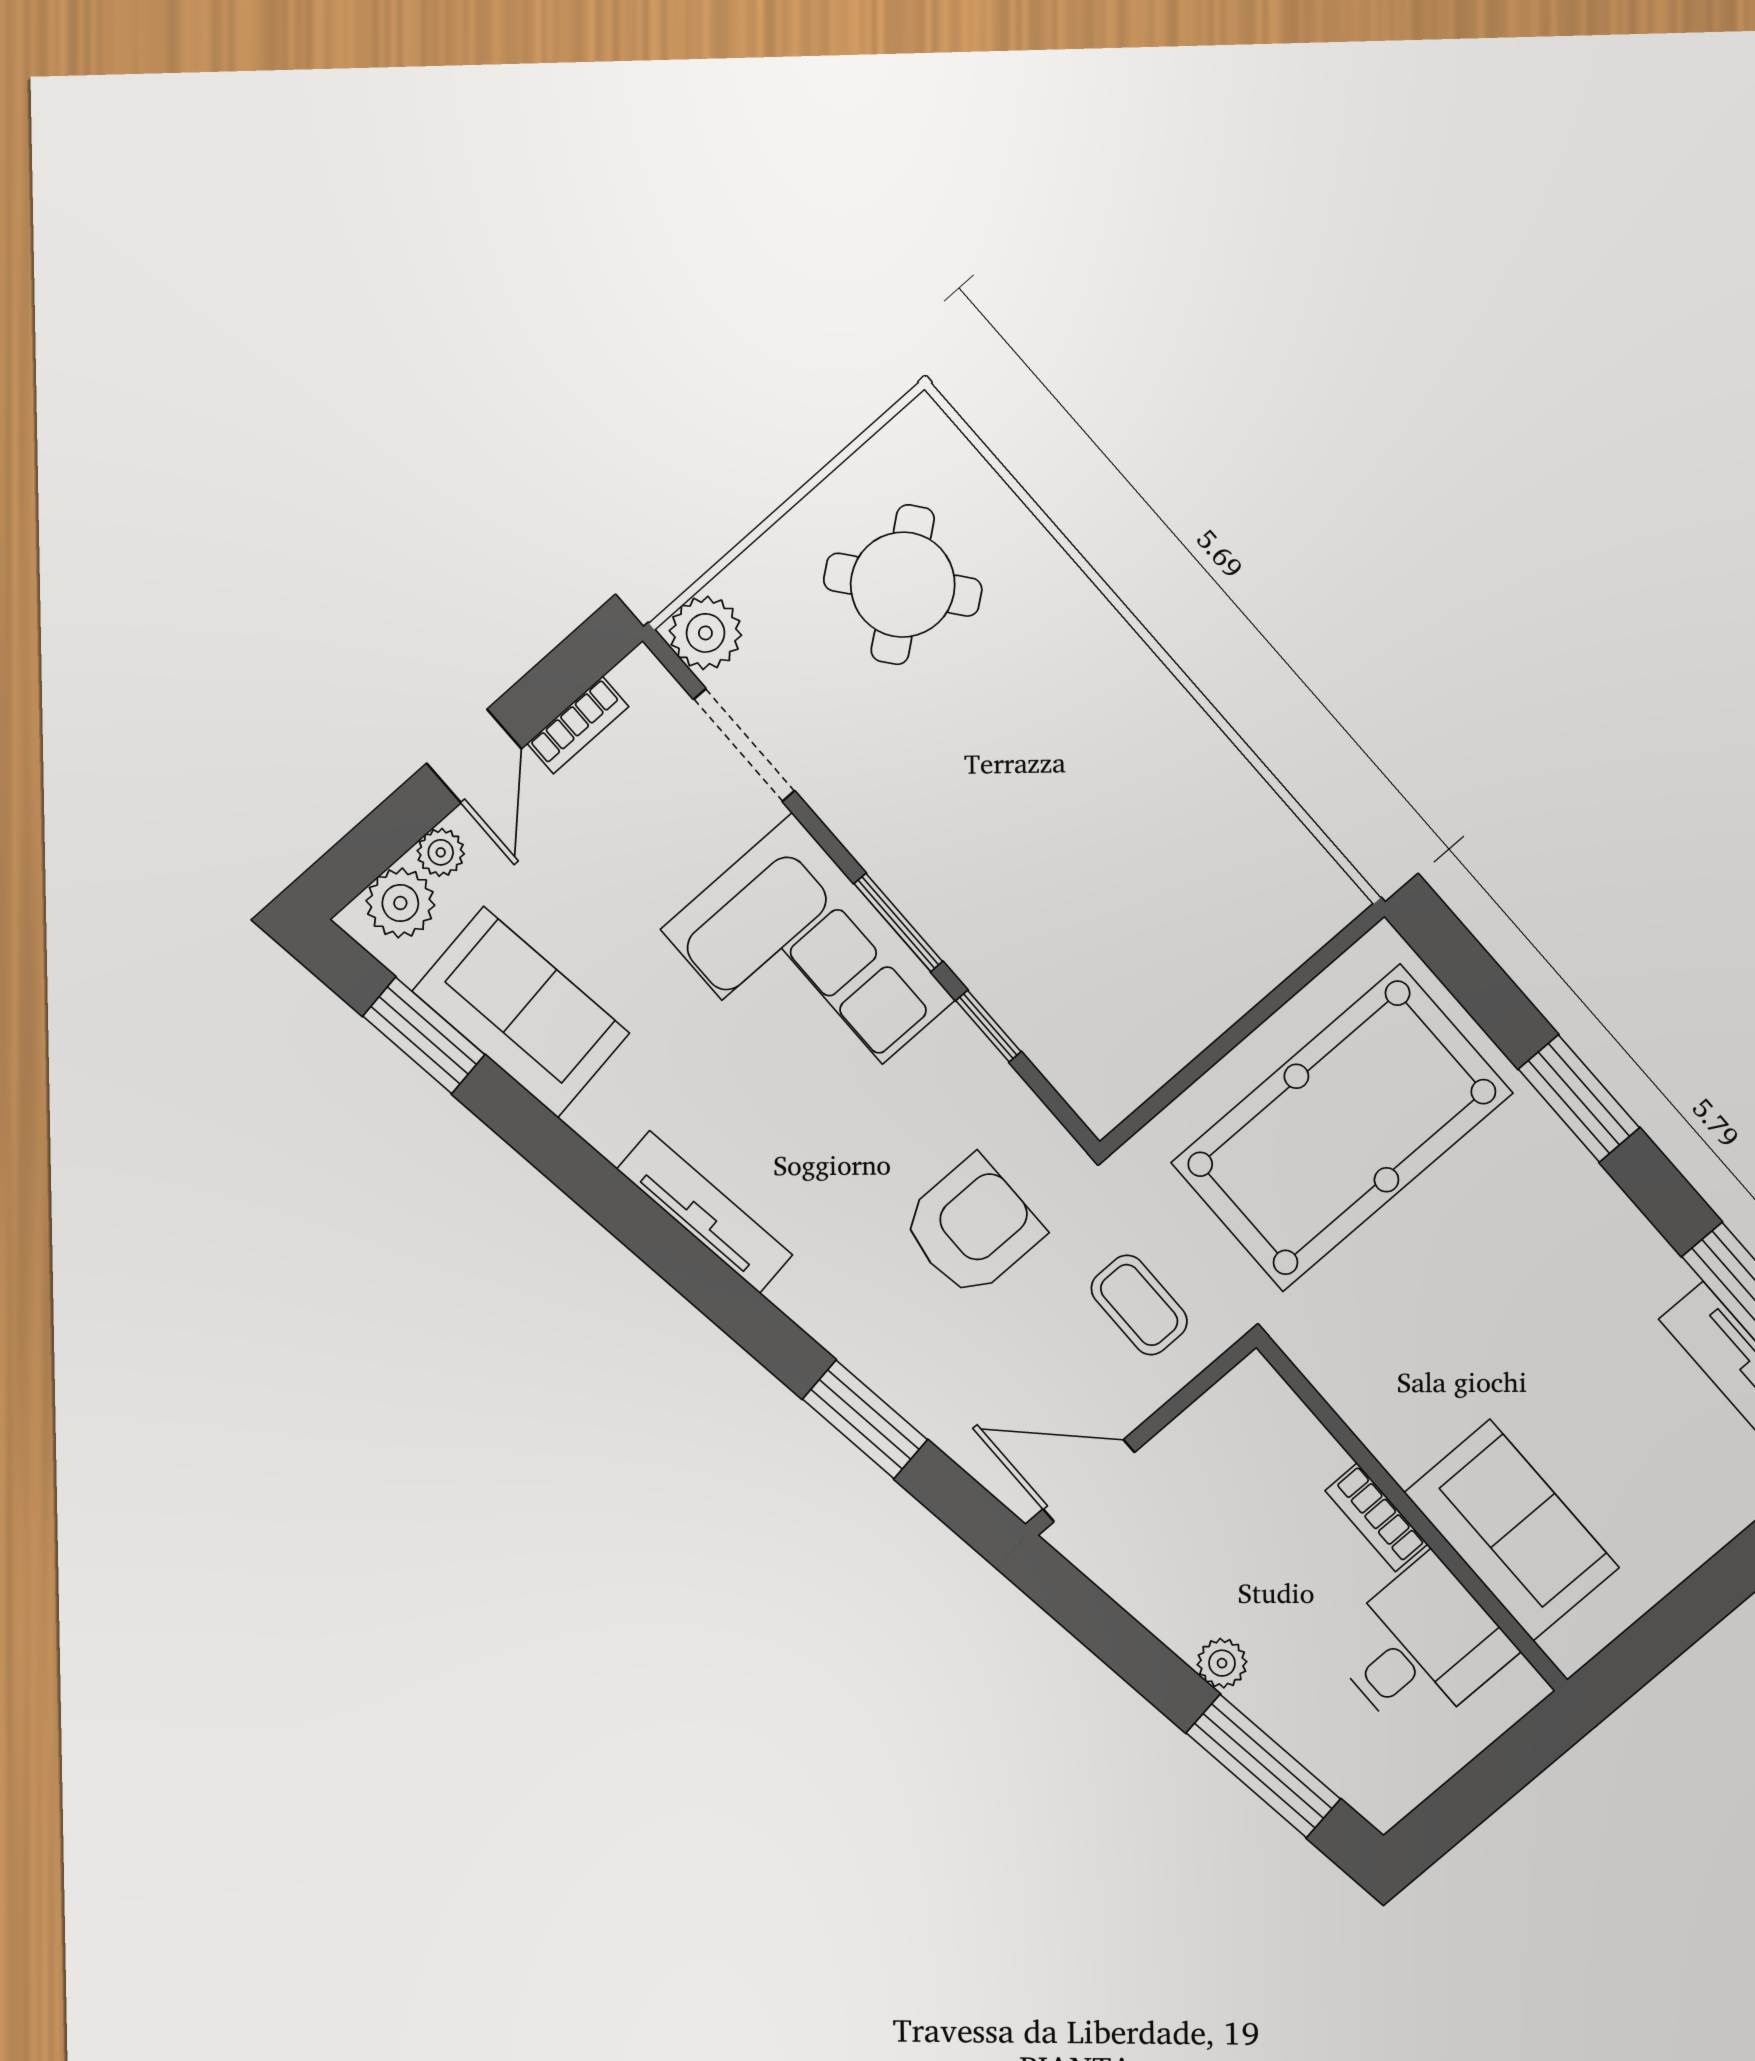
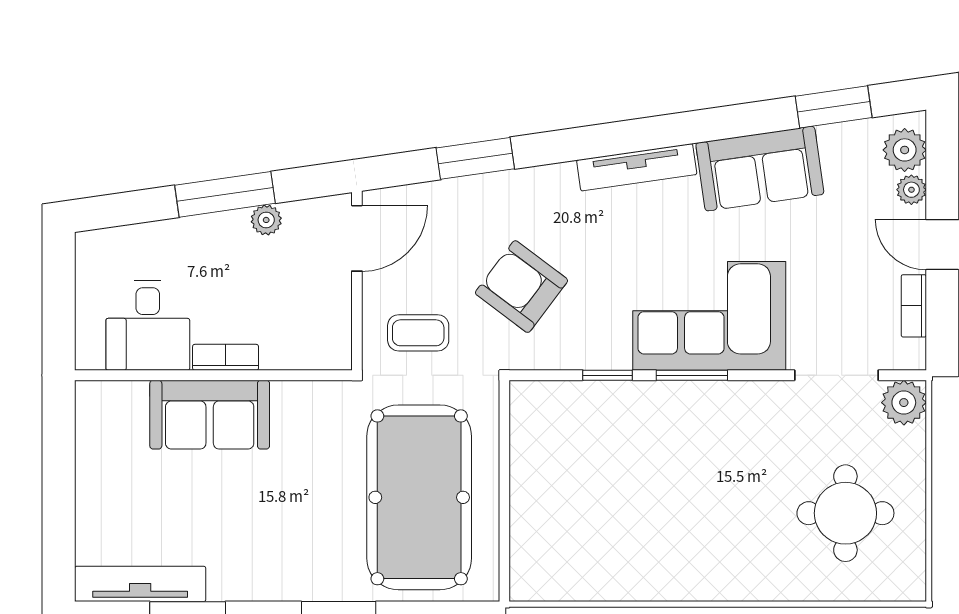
round table: (903, 585) -> (845, 513), turned 38
sofa: (521, 1012) -> (760, 169), moved
armchair: (972, 1227) -> (521, 287), turned 127
sofa: (1511, 1530) -> (210, 415), moved
plant: (1222, 1663) -> (266, 220), moved
window: (1263, 1766) -> (225, 194), moved

